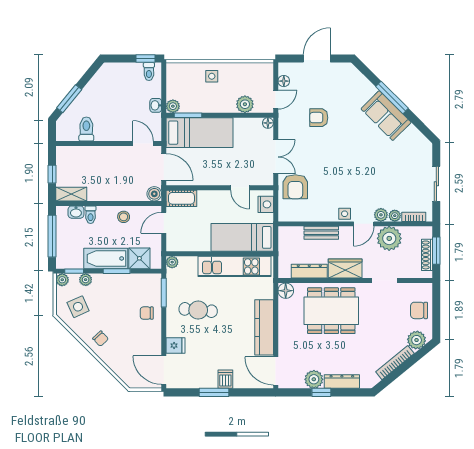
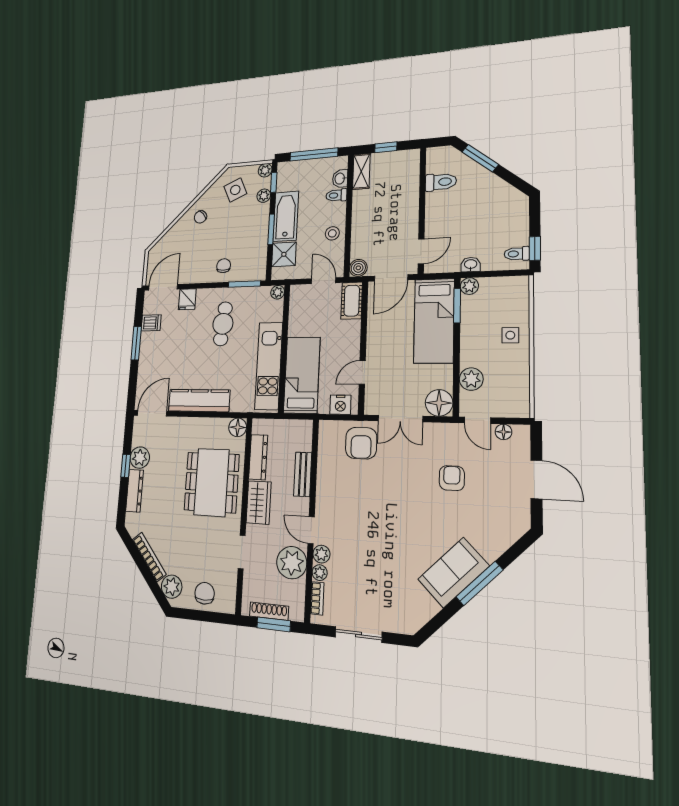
floor lamp: (268, 123) -> (439, 403), width x1.89, depth x1.89
armchair: (295, 187) -> (361, 443), turned -90
side table: (345, 214) -> (325, 506), removed
dishwasher: (225, 379) -> (151, 323), moved

